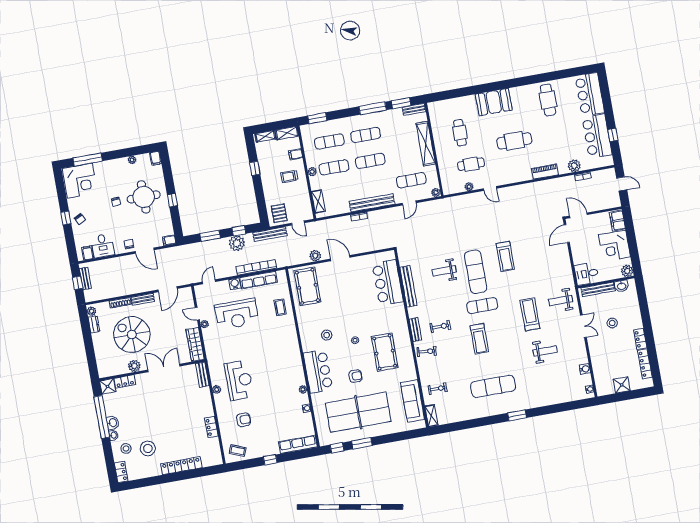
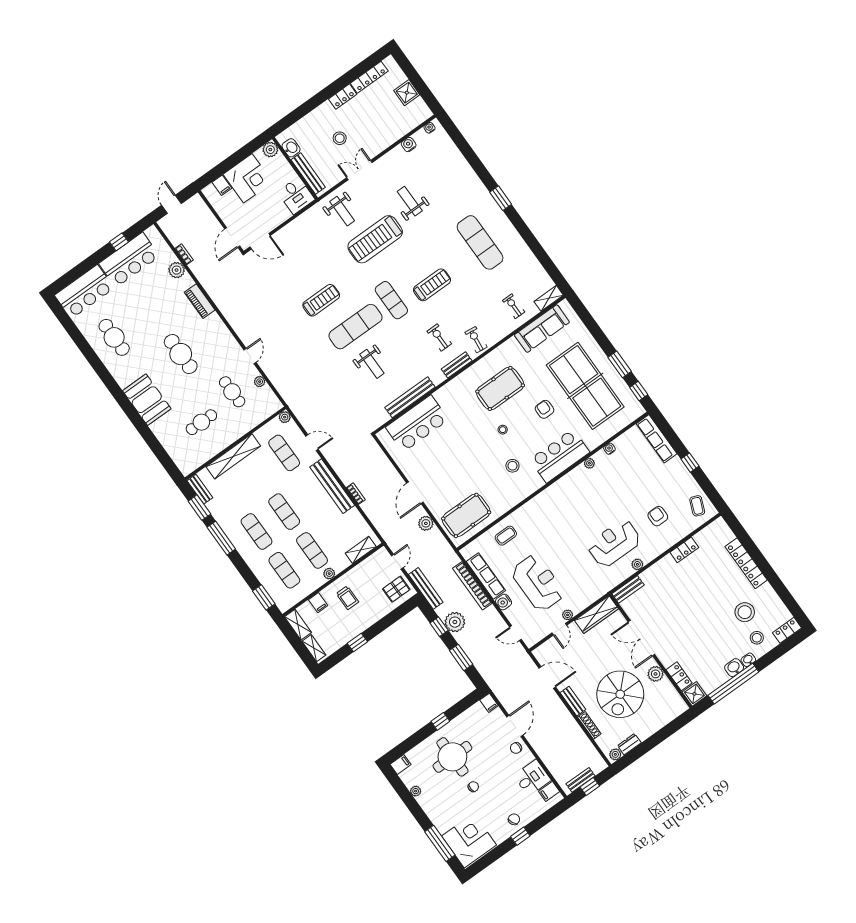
cafe table: (548, 100) -> (114, 337), turned 90
filing cabinet: (617, 221) -> (222, 185), width x0.50
treadmill: (530, 314) -> (375, 239), width x1.37, depth x1.38

